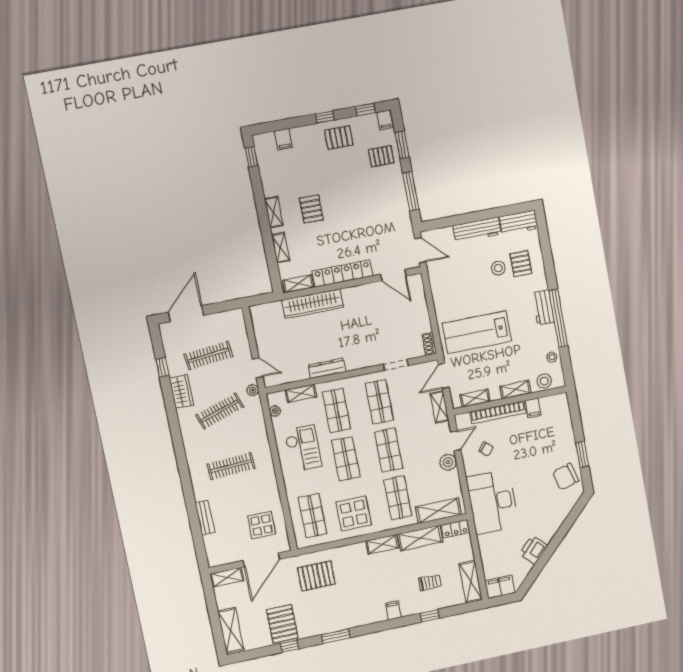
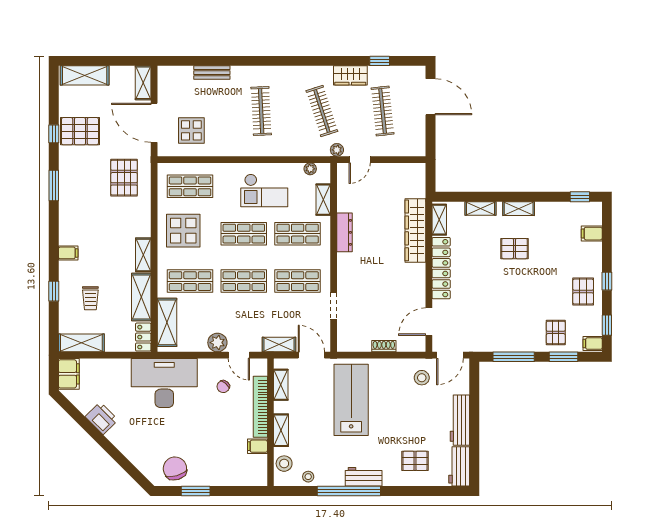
stool: (498, 268) -> (422, 378), moved
shoe rack: (429, 344) -> (384, 346), moved

